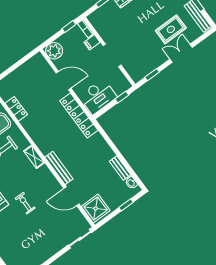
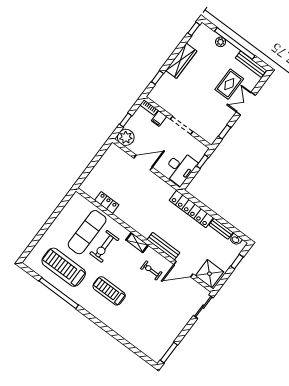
window: (69, 27) -> (126, 120), moved
locker: (79, 115) -> (191, 209), moved
exercise bike: (25, 203) -> (151, 270), moved

